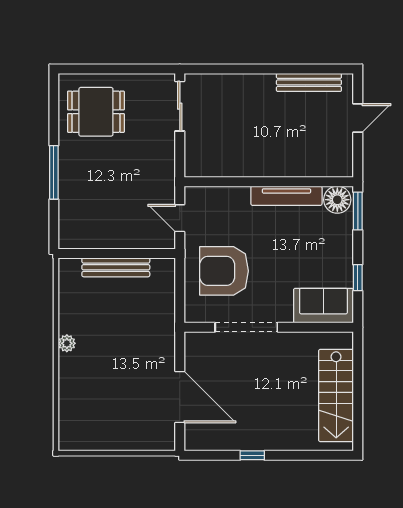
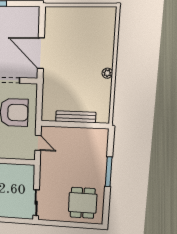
dining table: (96, 112) -> (83, 203), turned 90
door: (180, 397) -> (41, 53), moved

